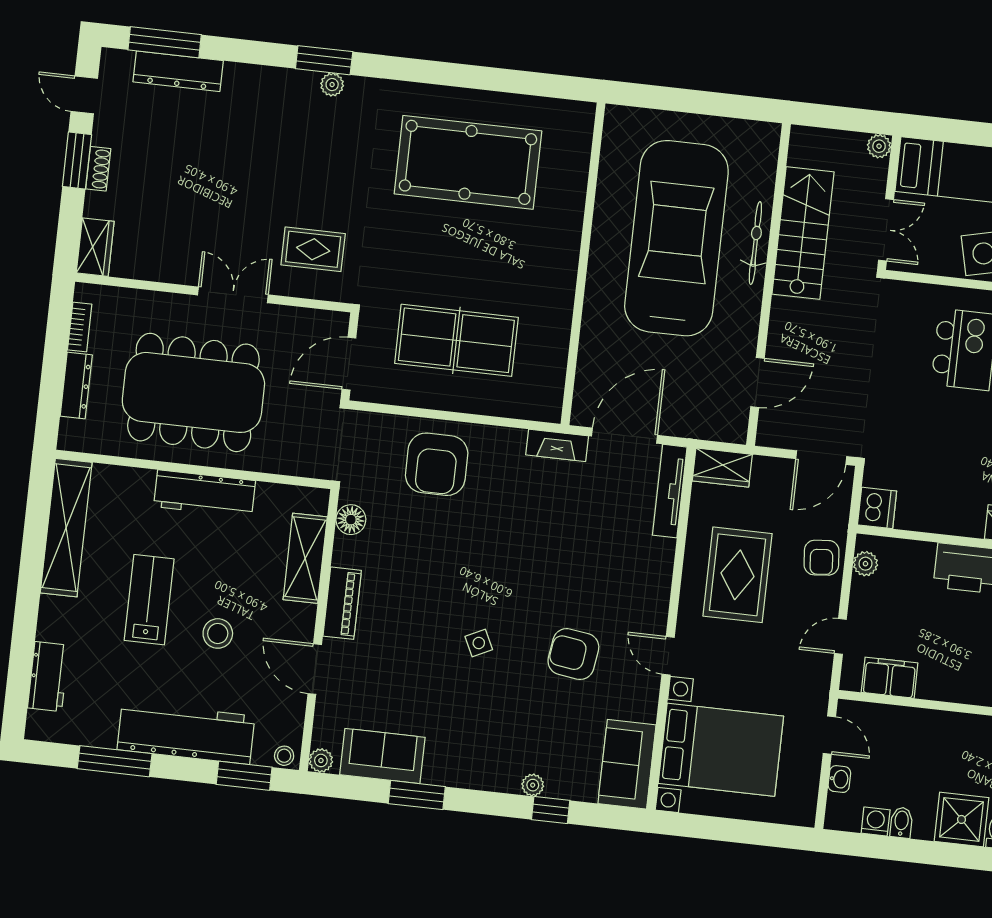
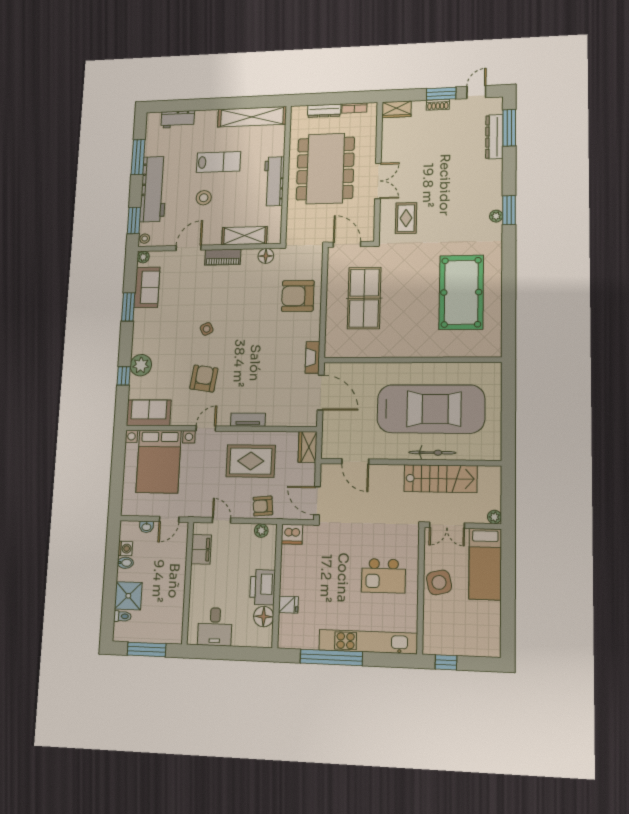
tv unit: (670, 491) -> (248, 420), moved, width x0.71
plant: (533, 785) -> (141, 365), width x1.87, depth x1.87

